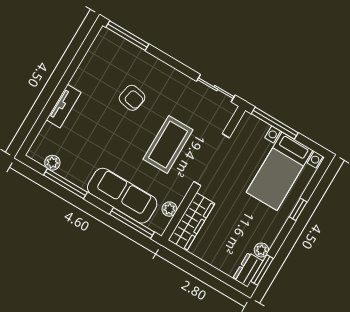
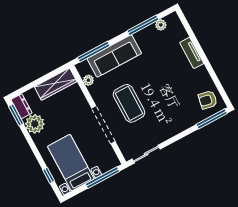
armchair: (132, 98) -> (208, 100), moved
window: (298, 209) -> (49, 175), moved
wardrobe: (191, 222) -> (56, 84), moved, turned -90
plant: (261, 250) -> (35, 124), width x1.88, depth x1.88

